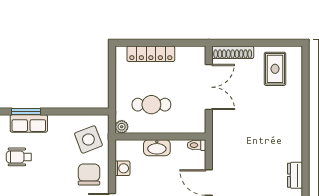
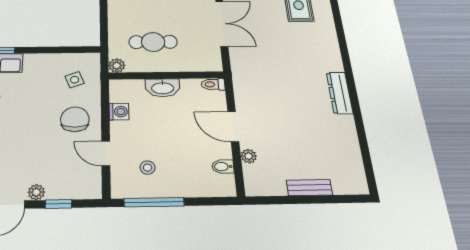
side table: (88, 139) -> (75, 80), width x0.54, depth x0.54
dresser: (295, 175) -> (340, 93), moved, width x1.44

